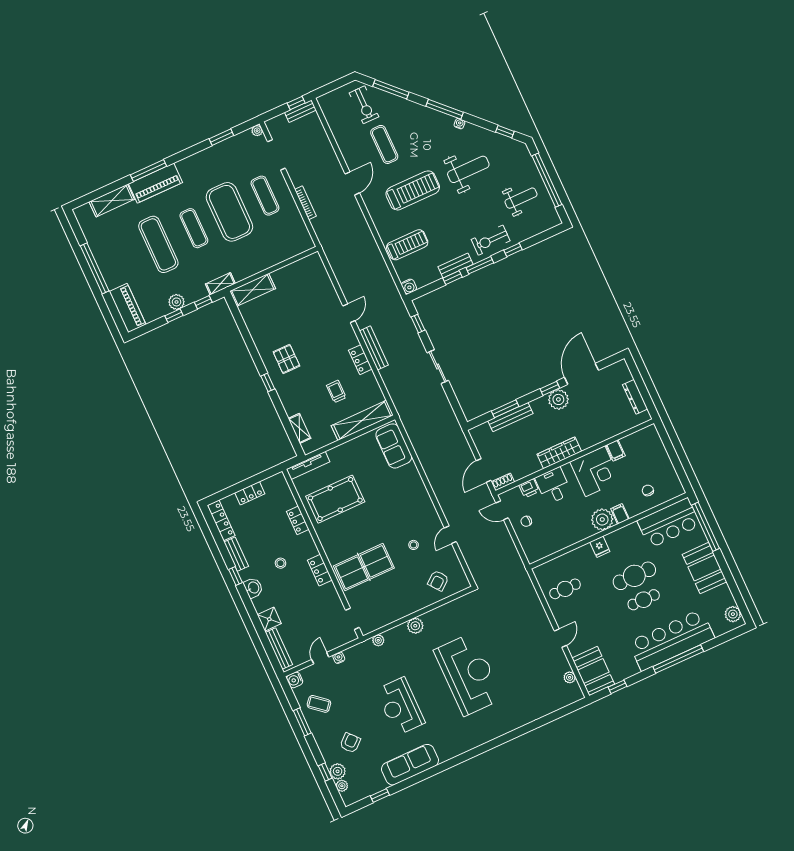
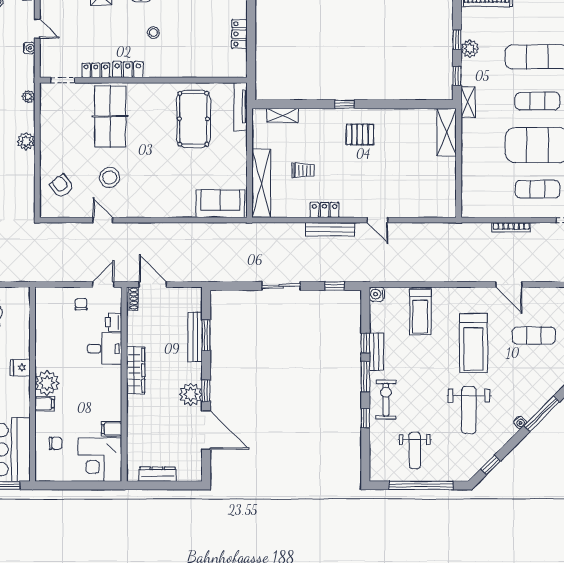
corner desk: (595, 471) -> (100, 460), moved
locker: (298, 520) -> (96, 70), moved
stool: (414, 545) -> (110, 177), width x1.89, depth x1.89

